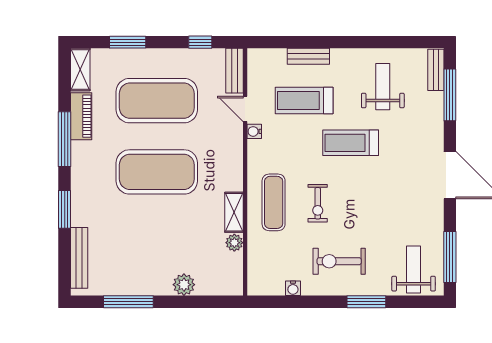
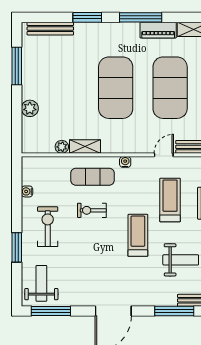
water cooler: (254, 131) -> (125, 162), moved
weight bench: (414, 269) -> (41, 283), turned -90

